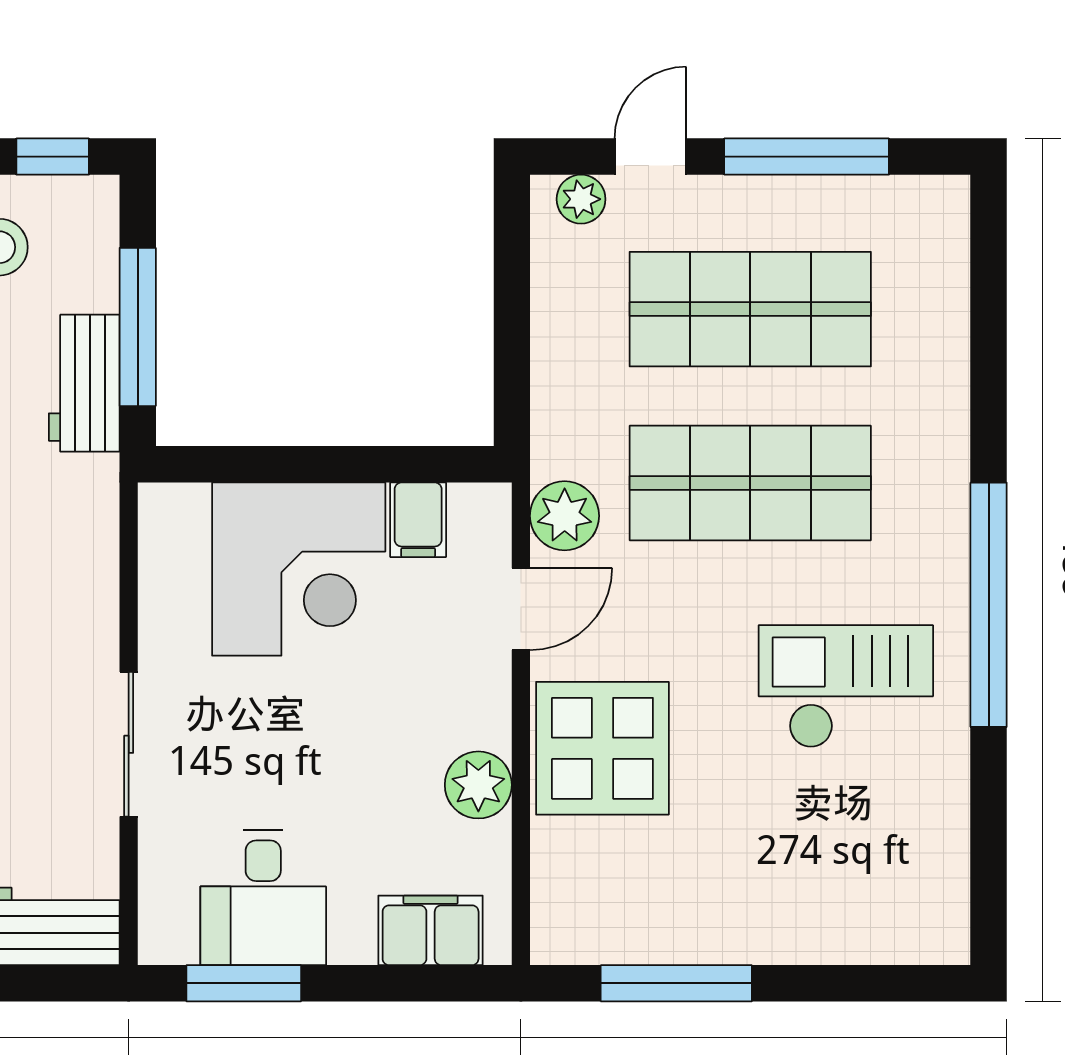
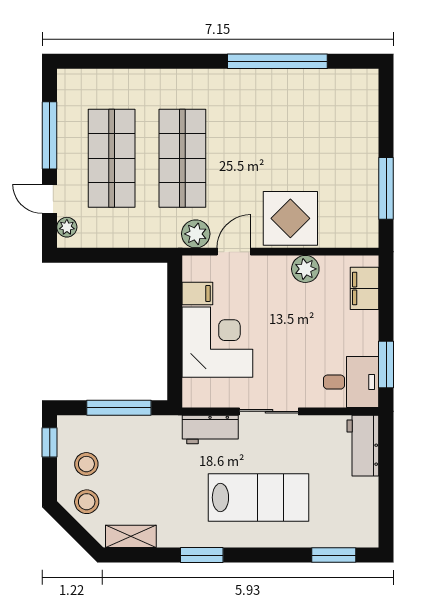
workbench: (84, 383) -> (210, 429), moved
window: (989, 605) -> (277, 61), moved
door: (521, 609) -> (234, 252), hinge flipped
checkout: (846, 687) -> (265, 119), removed
sliding door: (129, 744) -> (269, 411), moved
desk: (263, 897) -> (351, 382), moved

